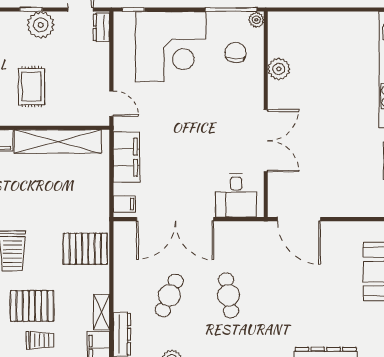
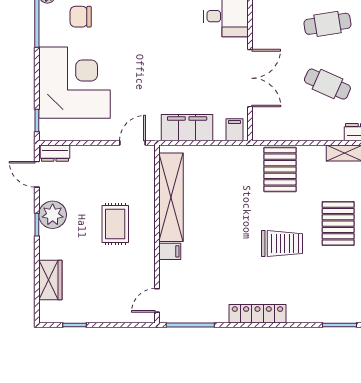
rug: (32, 87) -> (115, 224), turned 90
double door: (175, 219) -> (250, 78), width x0.73

